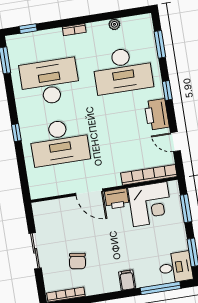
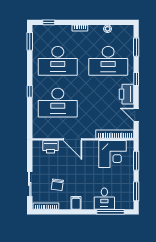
desk: (50, 82) -> (58, 61), turned 180
printer: (117, 199) -> (51, 147), moved
sliding door: (35, 251) -> (30, 184), moved
desk: (176, 267) -> (104, 199), moved, turned 90
filing cabinet: (127, 280) -> (76, 203), moved

